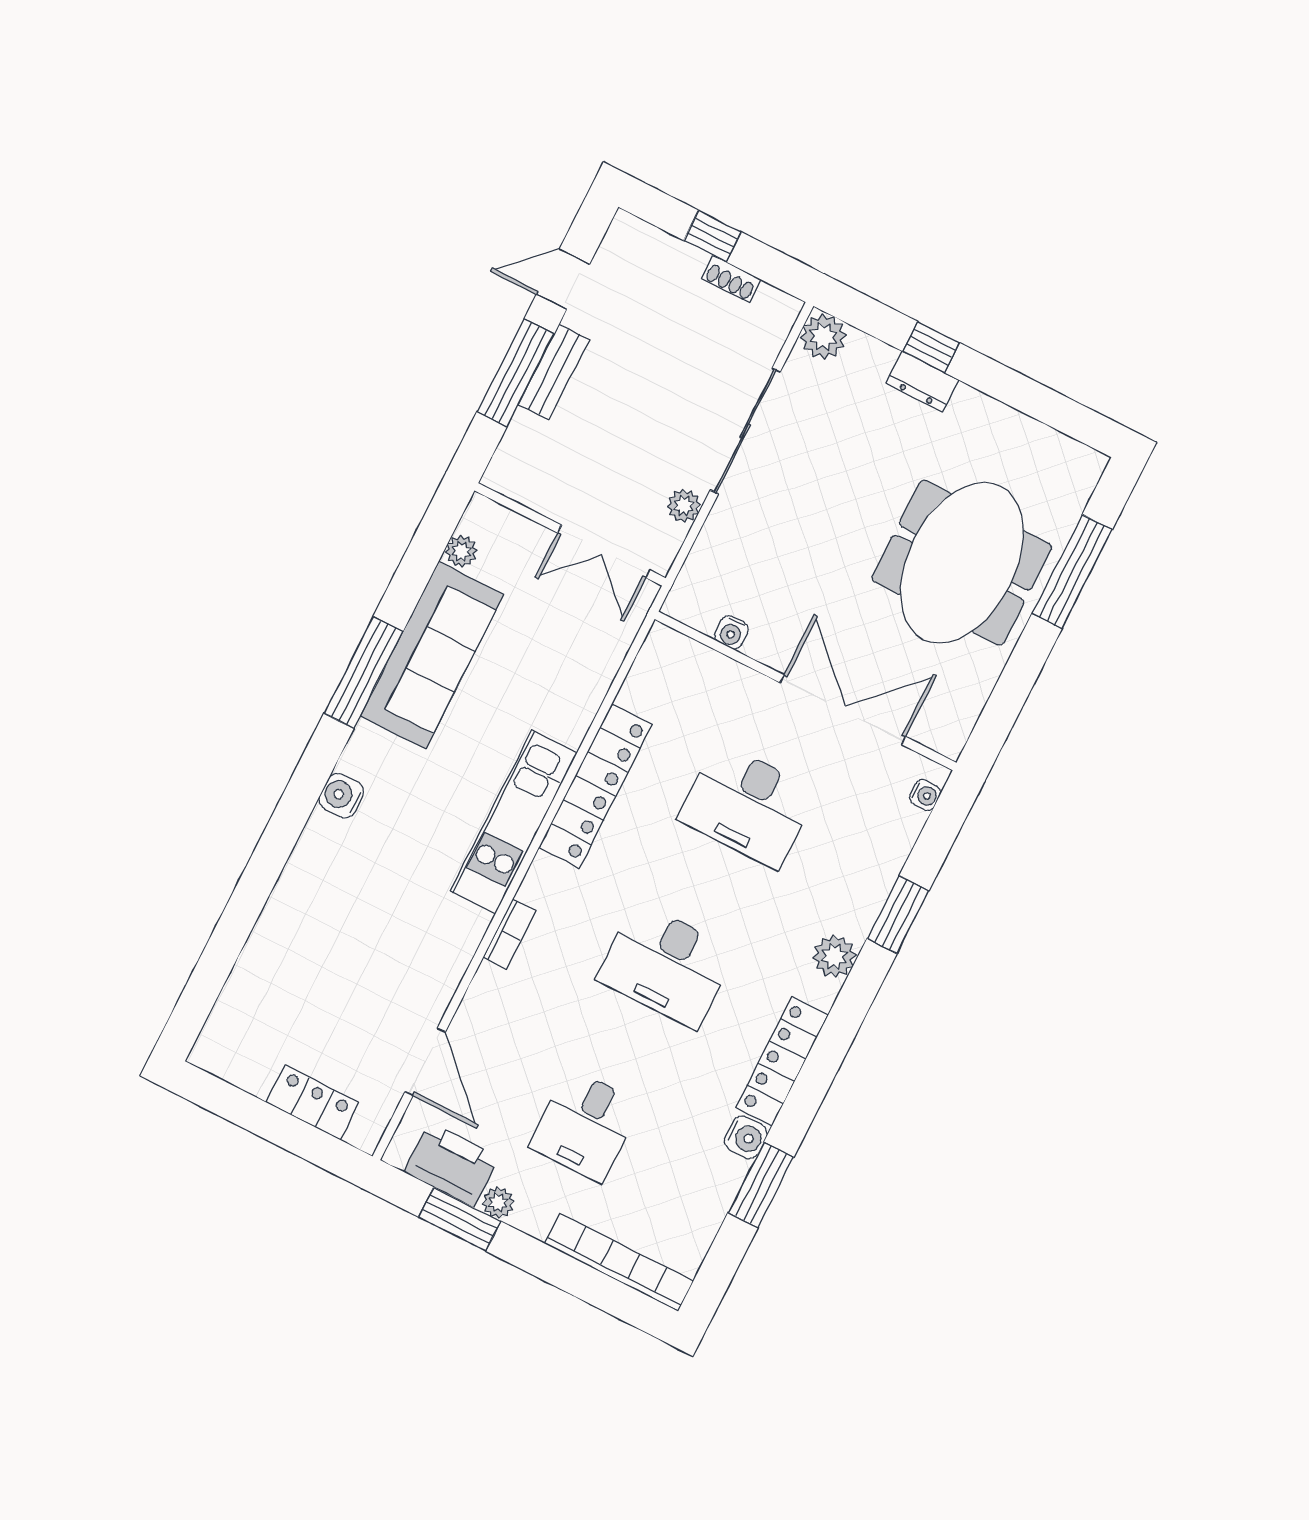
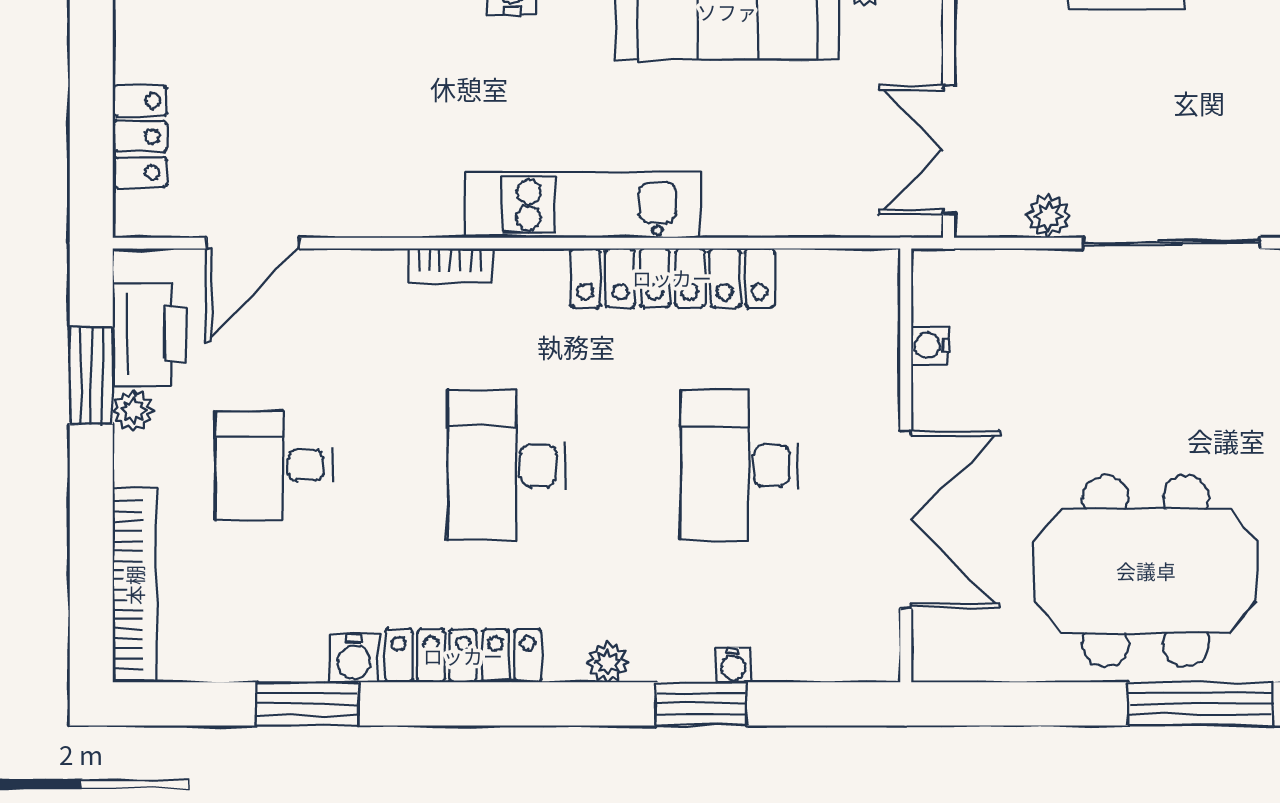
water cooler: (925, 795) -> (733, 665), moved
plant: (834, 956) -> (608, 662), width x0.73, depth x0.73

